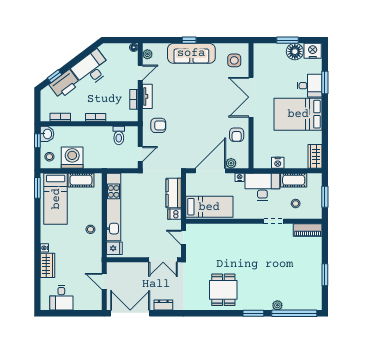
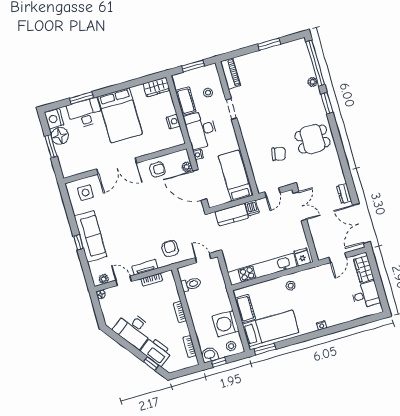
desk: (310, 86) -> (85, 113), width x1.37
chair: (218, 254) -> (279, 154), added
wardrobe: (48, 265) -> (364, 269), moved, turned -90

